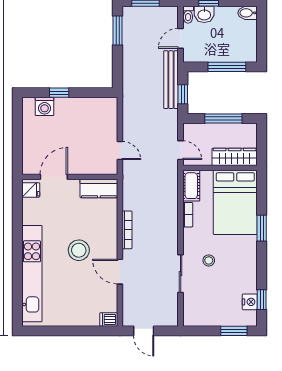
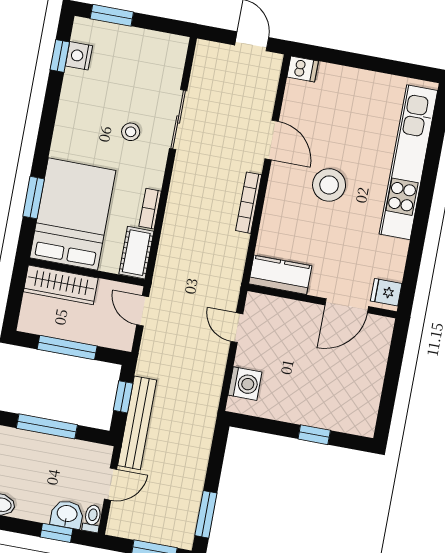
washing machine: (45, 106) -> (245, 384), moved, turned 90
window: (262, 228) -> (34, 198), moved

